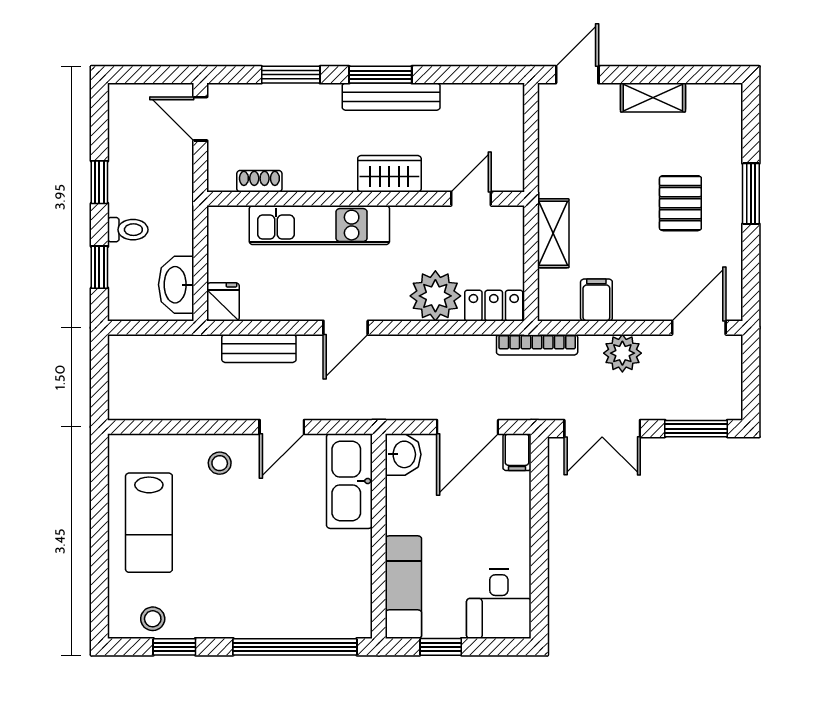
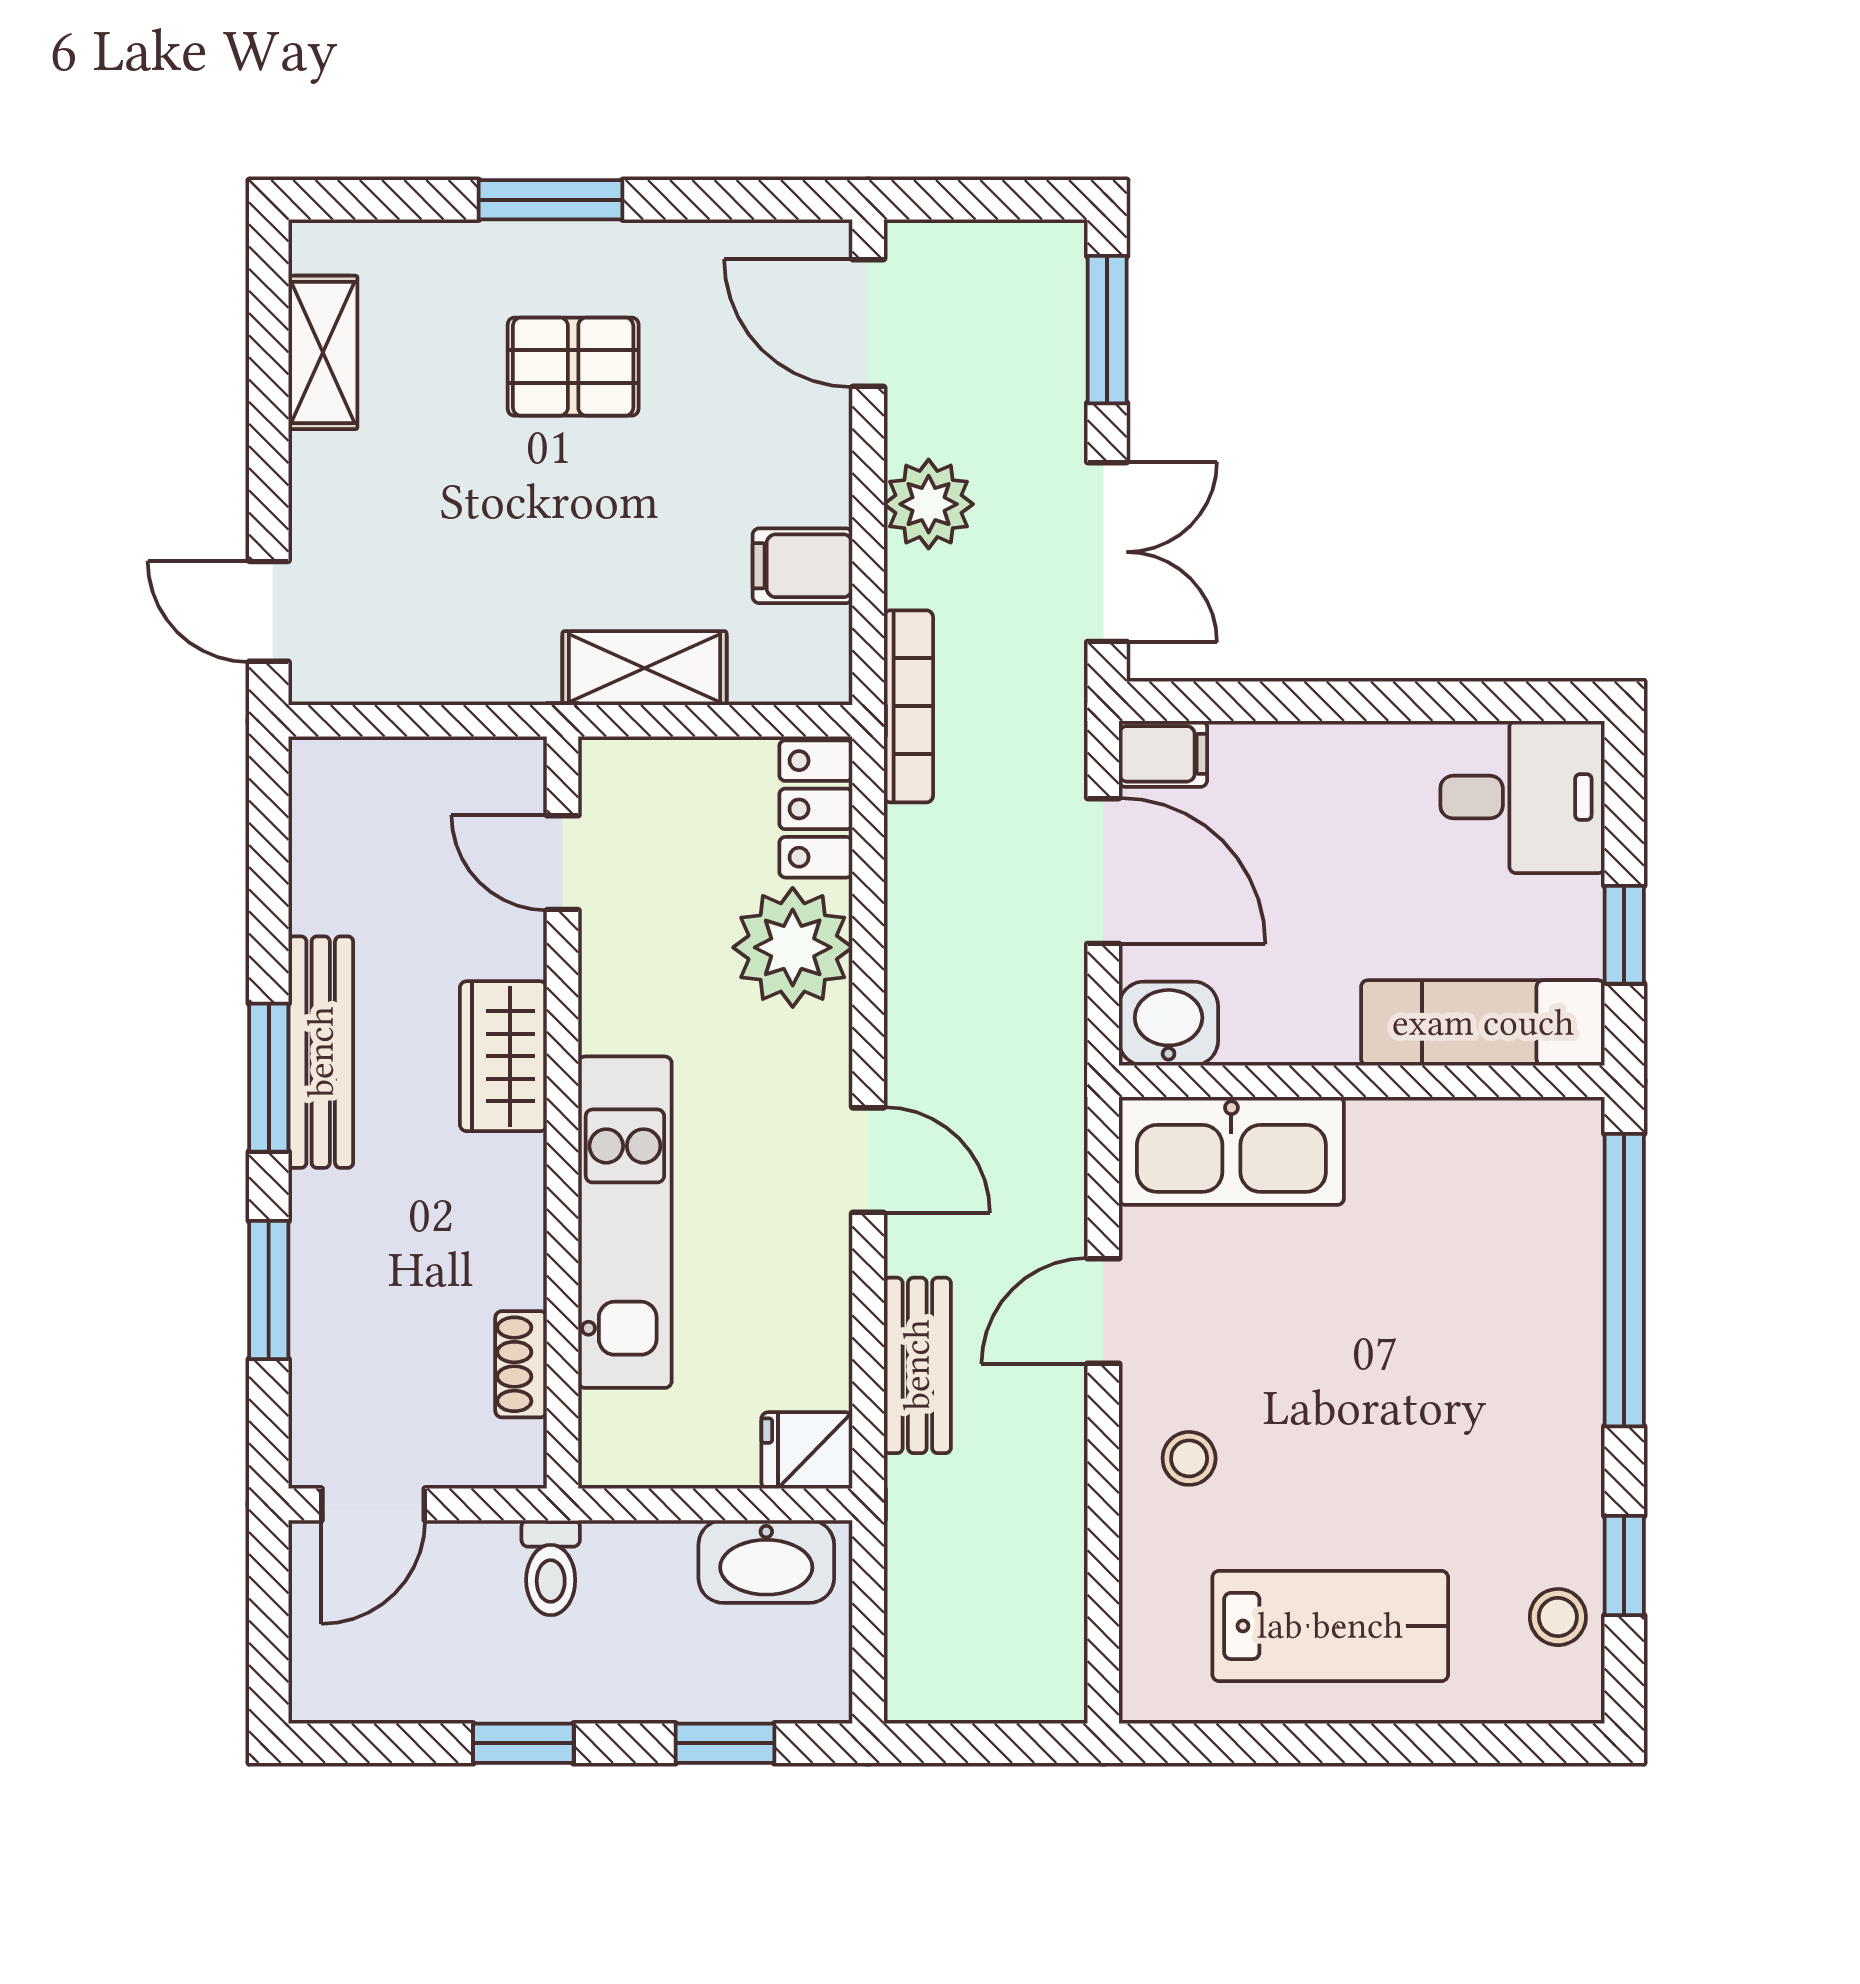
shelving: (653, 98) -> (323, 352), moved
toilet: (128, 230) -> (551, 1568), moved, turned 180
door: (282, 427) -> (1103, 1311), swing flipped

